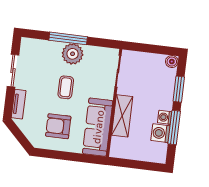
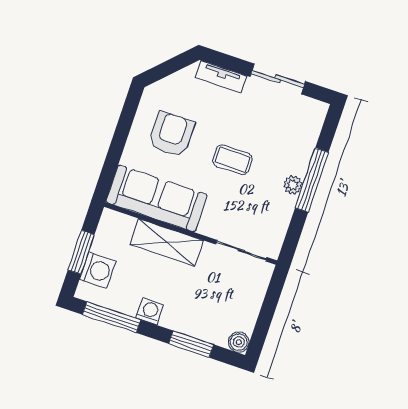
plant: (73, 54) -> (293, 185), width x0.53, depth x0.53
window: (174, 128) -> (112, 317), moved
washing machine: (160, 133) -> (98, 270), moved, turned 90
window: (138, 165) -> (81, 252), added

